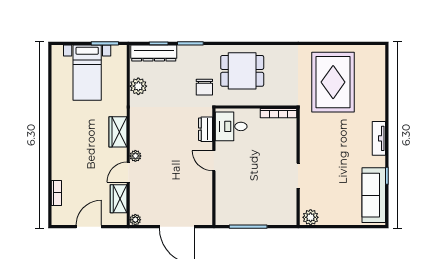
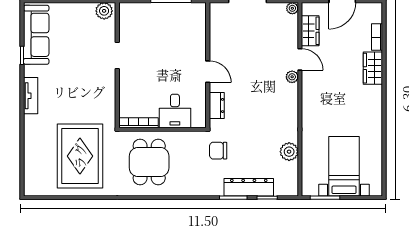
dresser: (154, 53) -> (249, 187), moved
dining table: (242, 71) -> (149, 162), moved, turned 90
chair: (204, 87) -> (218, 151), turned -90
desk: (231, 126) -> (175, 111), moved, turned 90
wardrobe: (118, 132) -> (373, 68), moved, turned 180
door: (128, 172) -> (300, 59), hinge flipped

